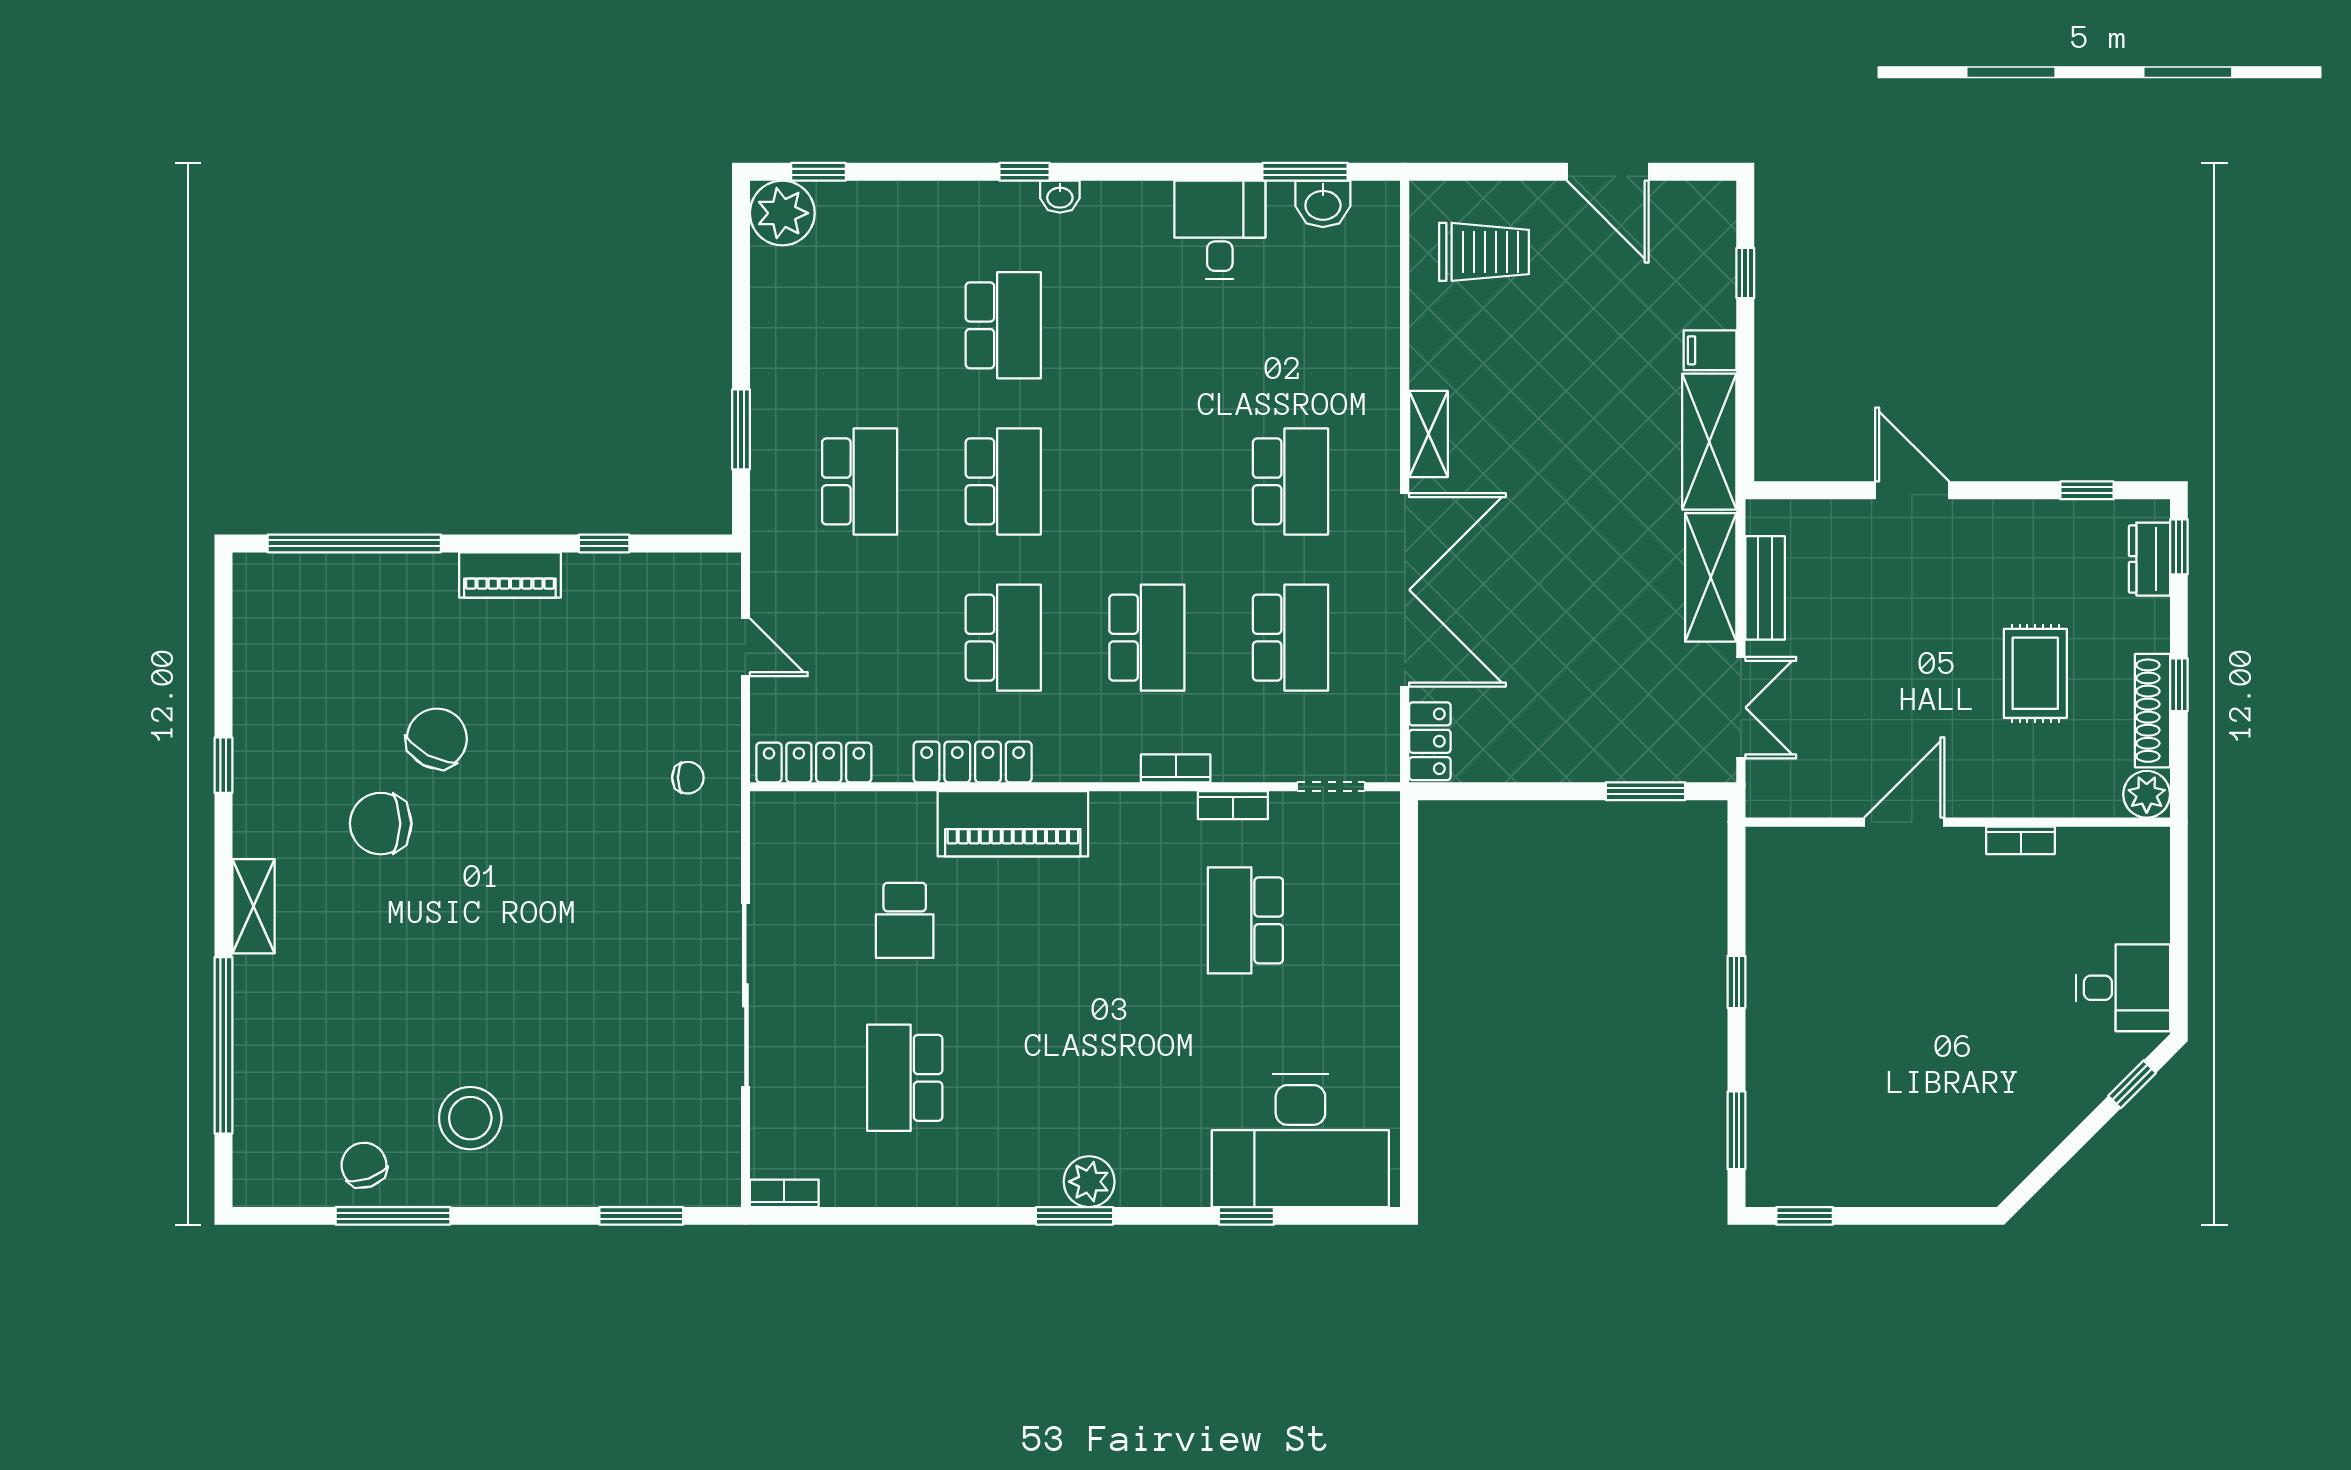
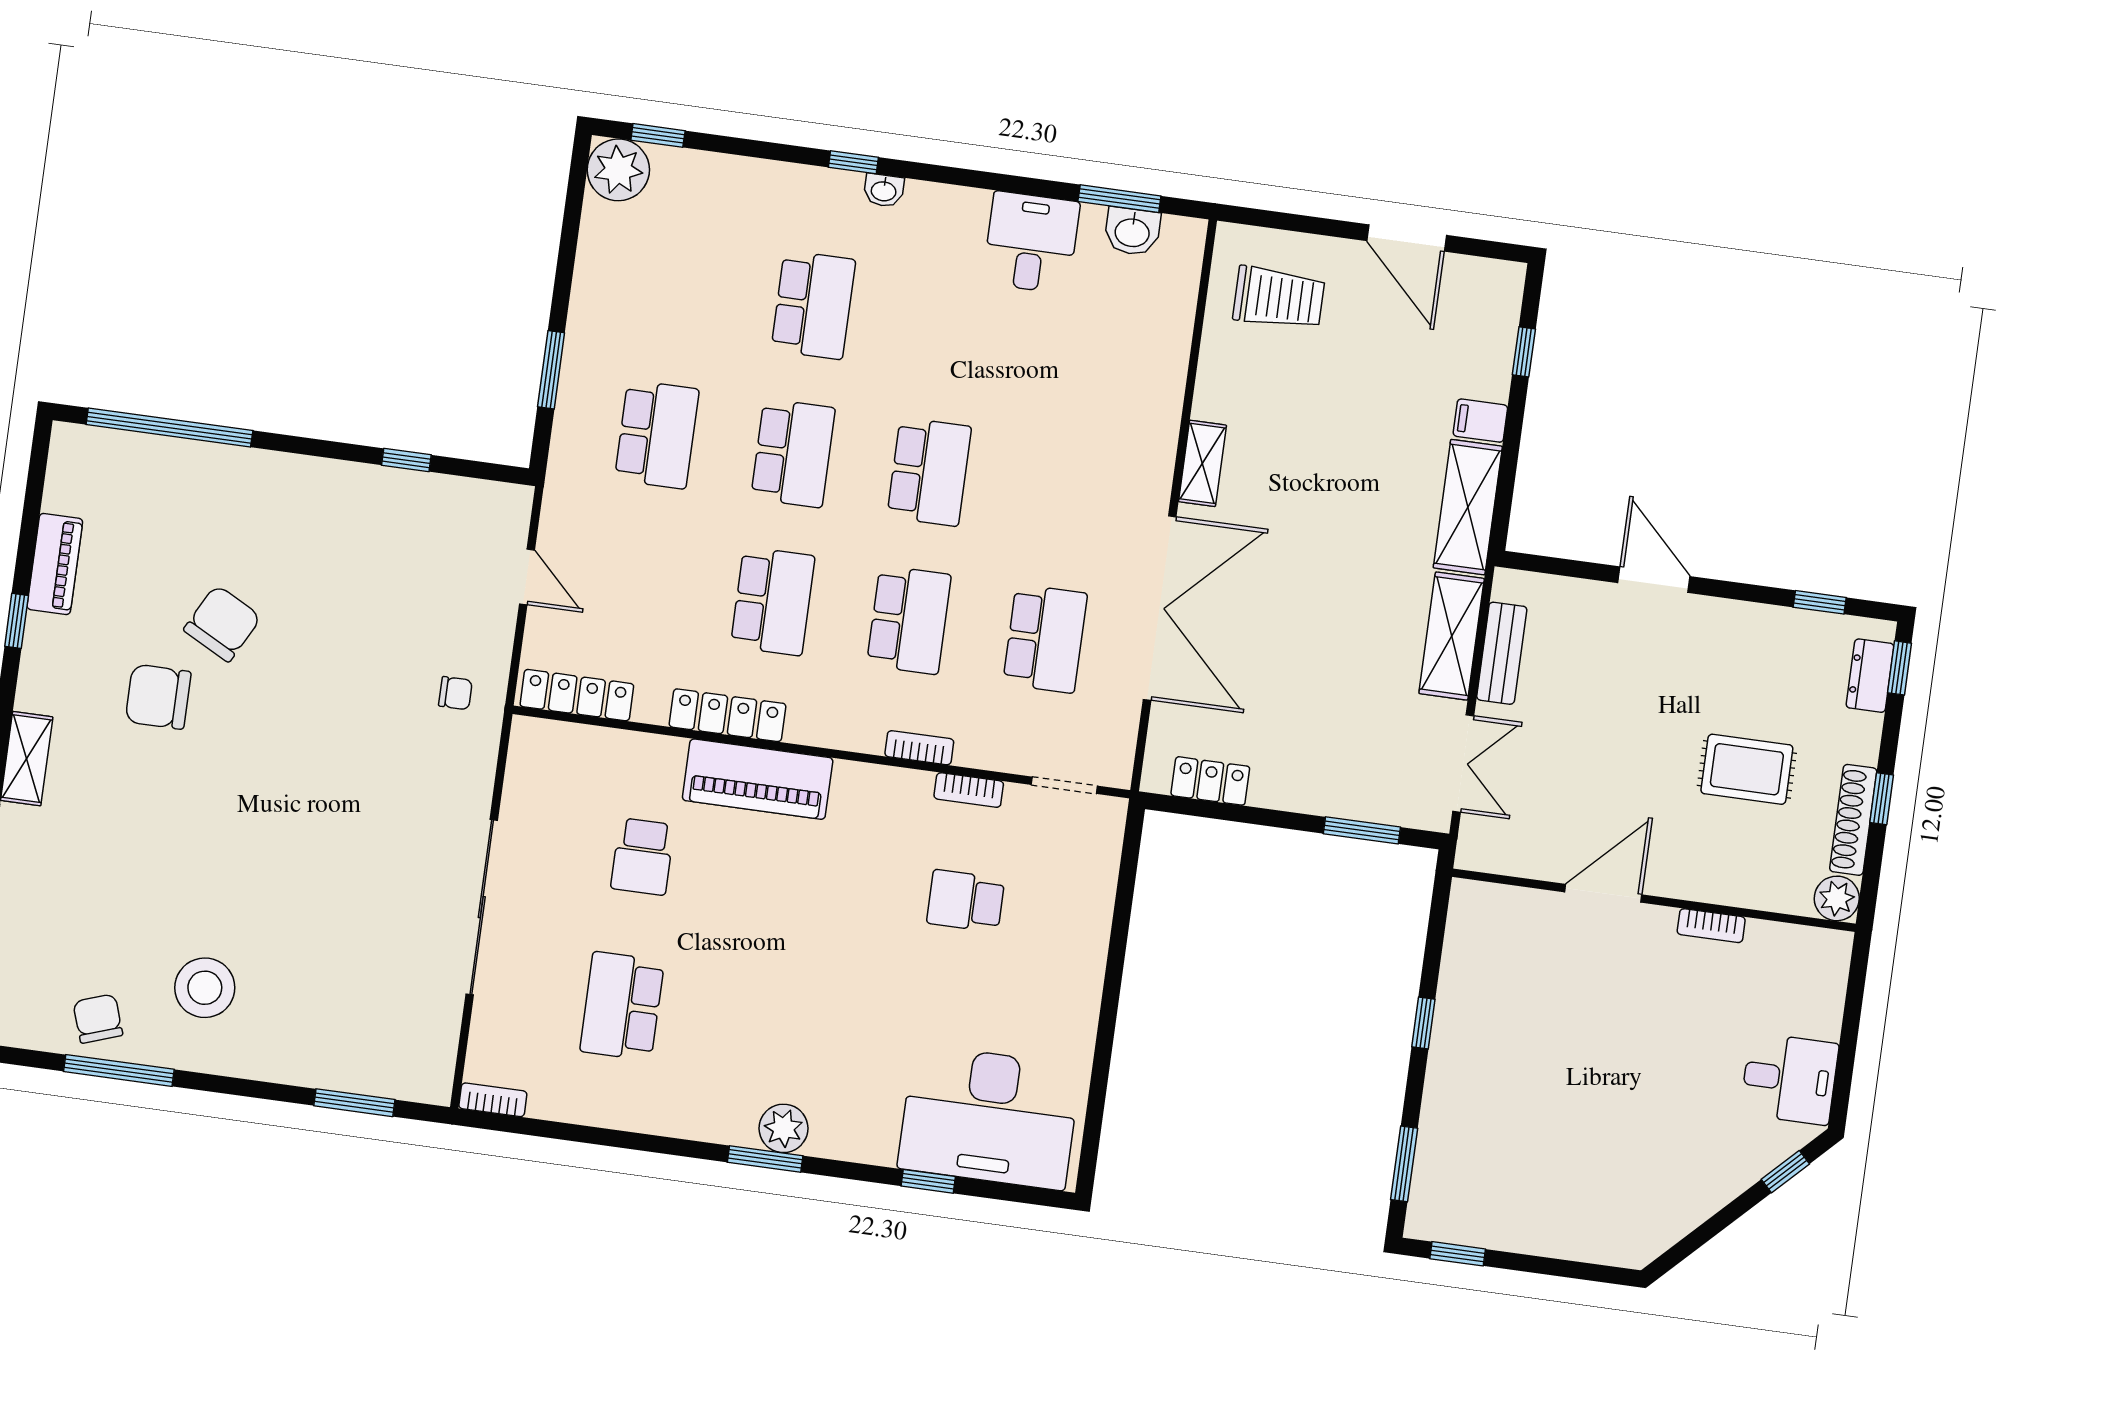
school desk: (1290, 481) -> (929, 472), moved
piano: (510, 575) -> (55, 564), moved, turned -90
rug: (2035, 673) -> (1747, 769), turned 90
locker: (1430, 741) -> (1210, 781), moved, turned -90
school desk: (1245, 920) -> (966, 901), width x0.54

